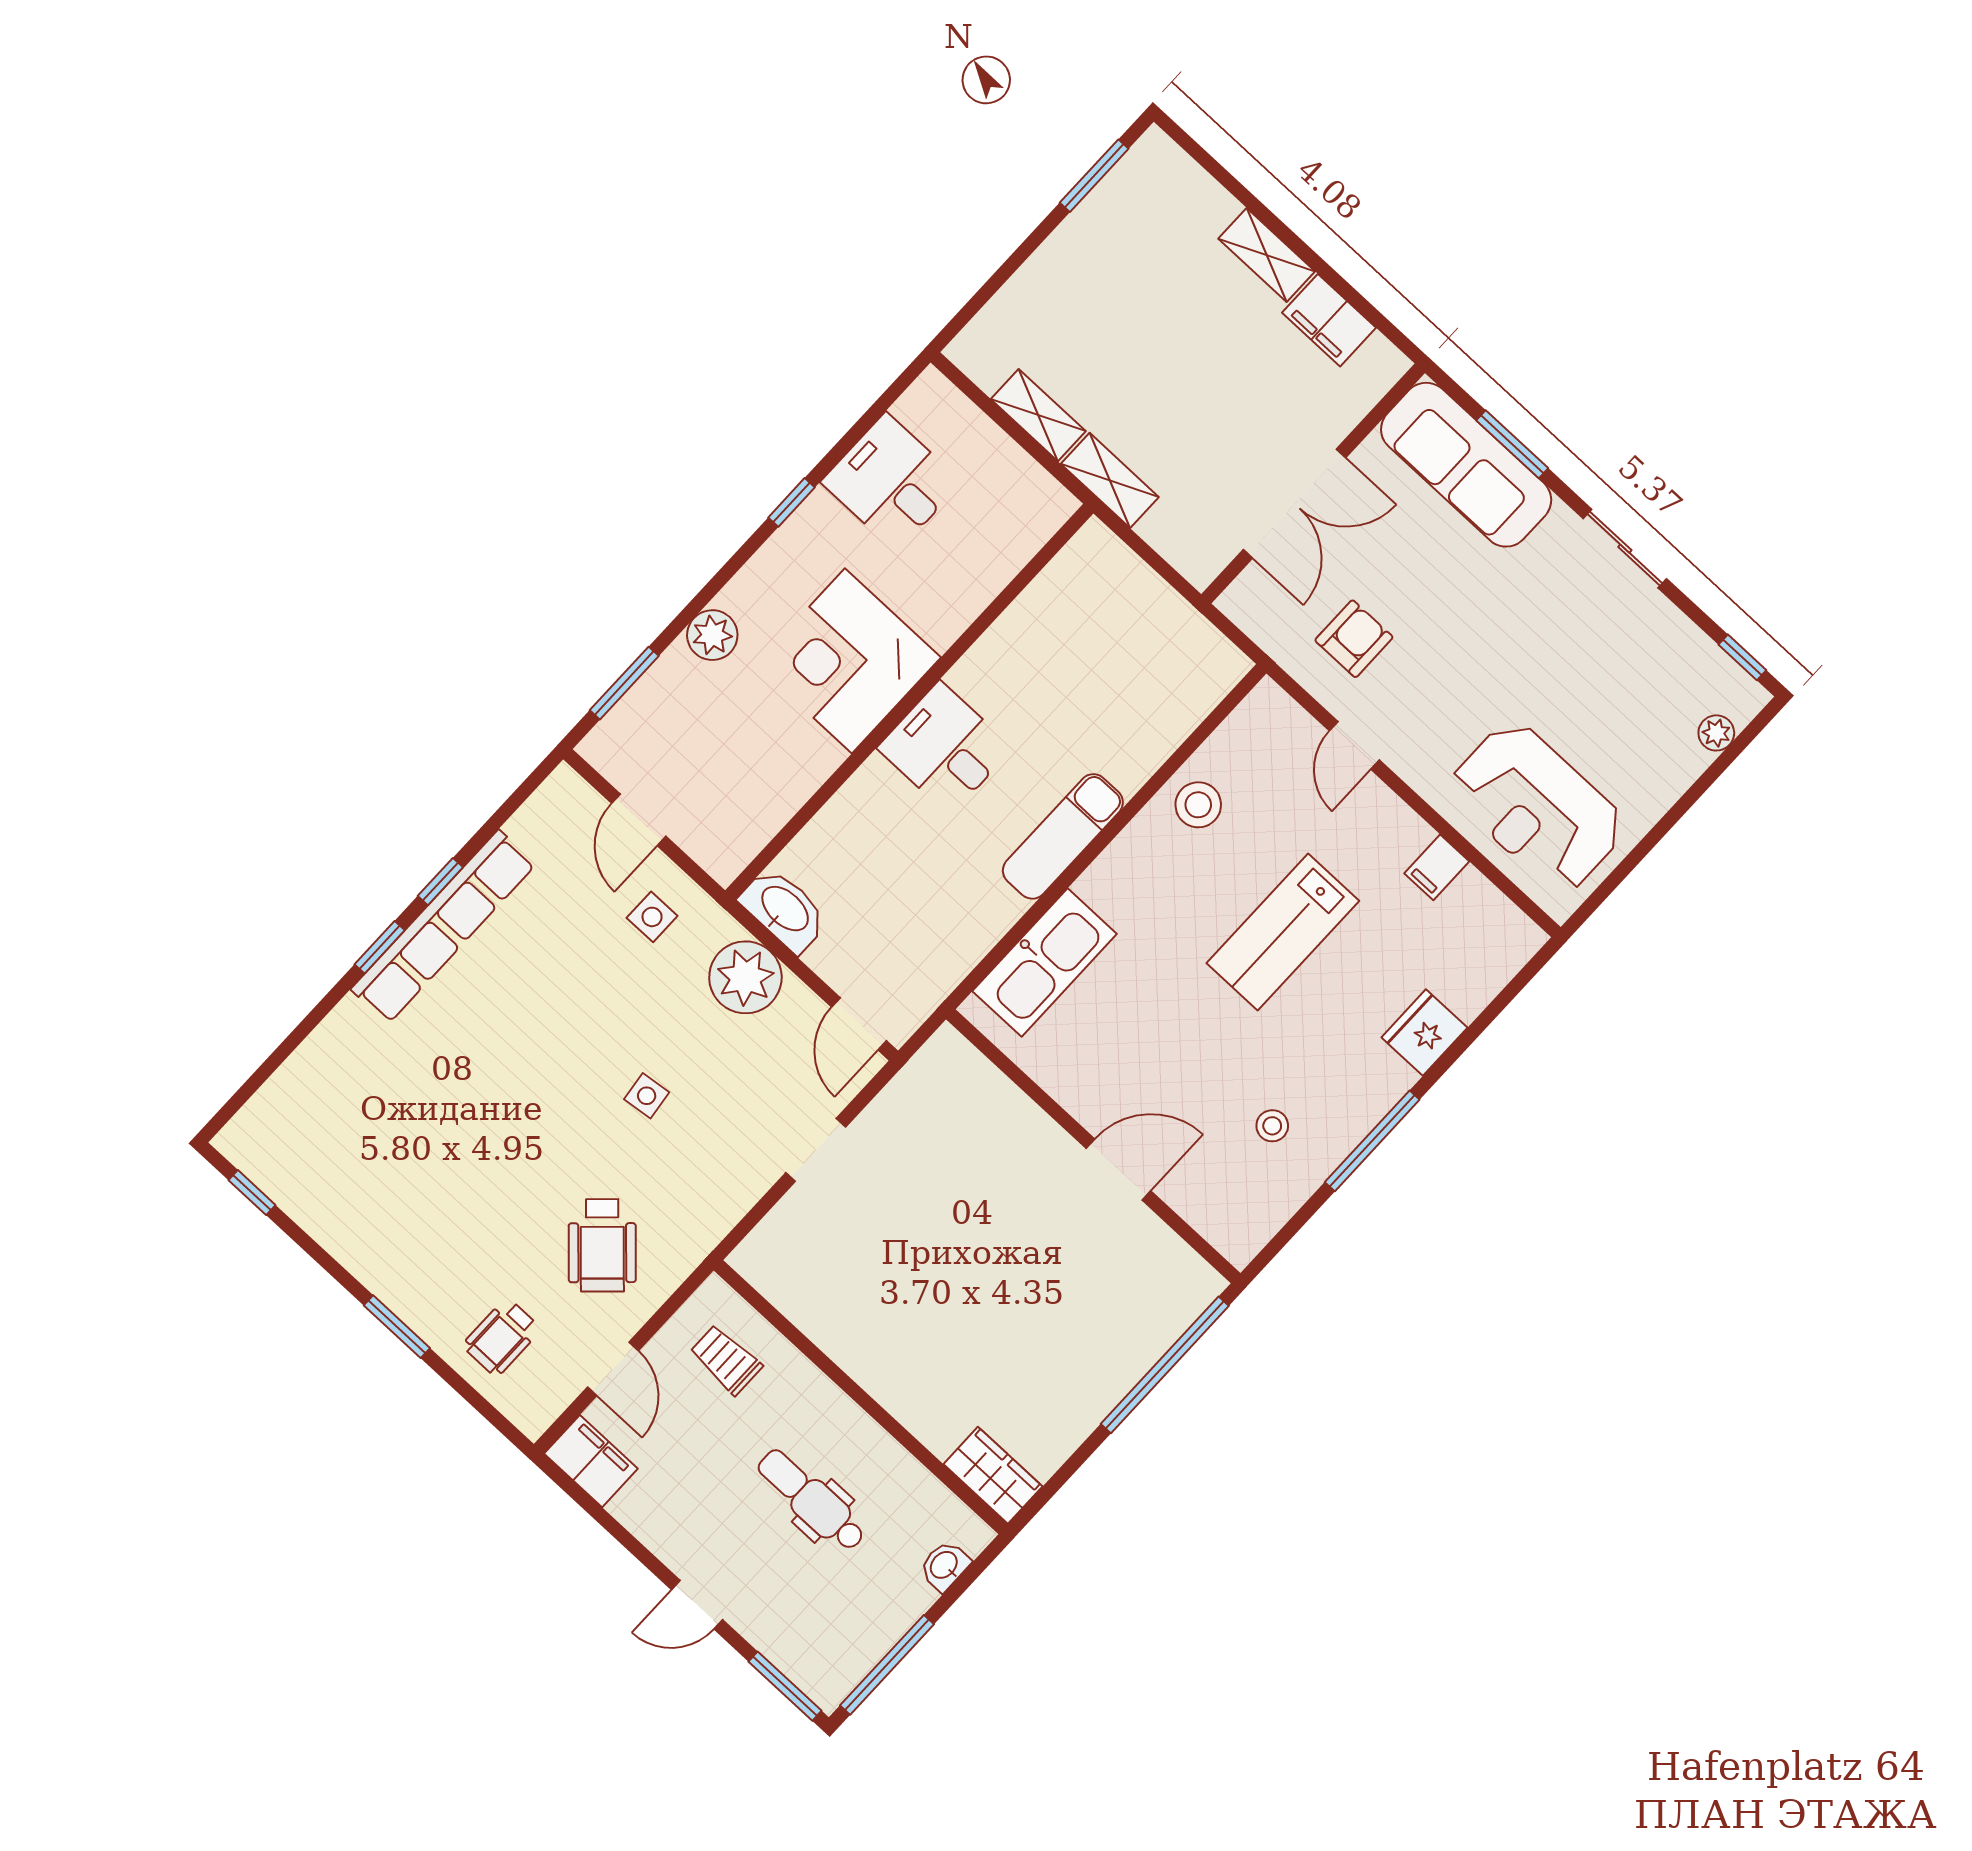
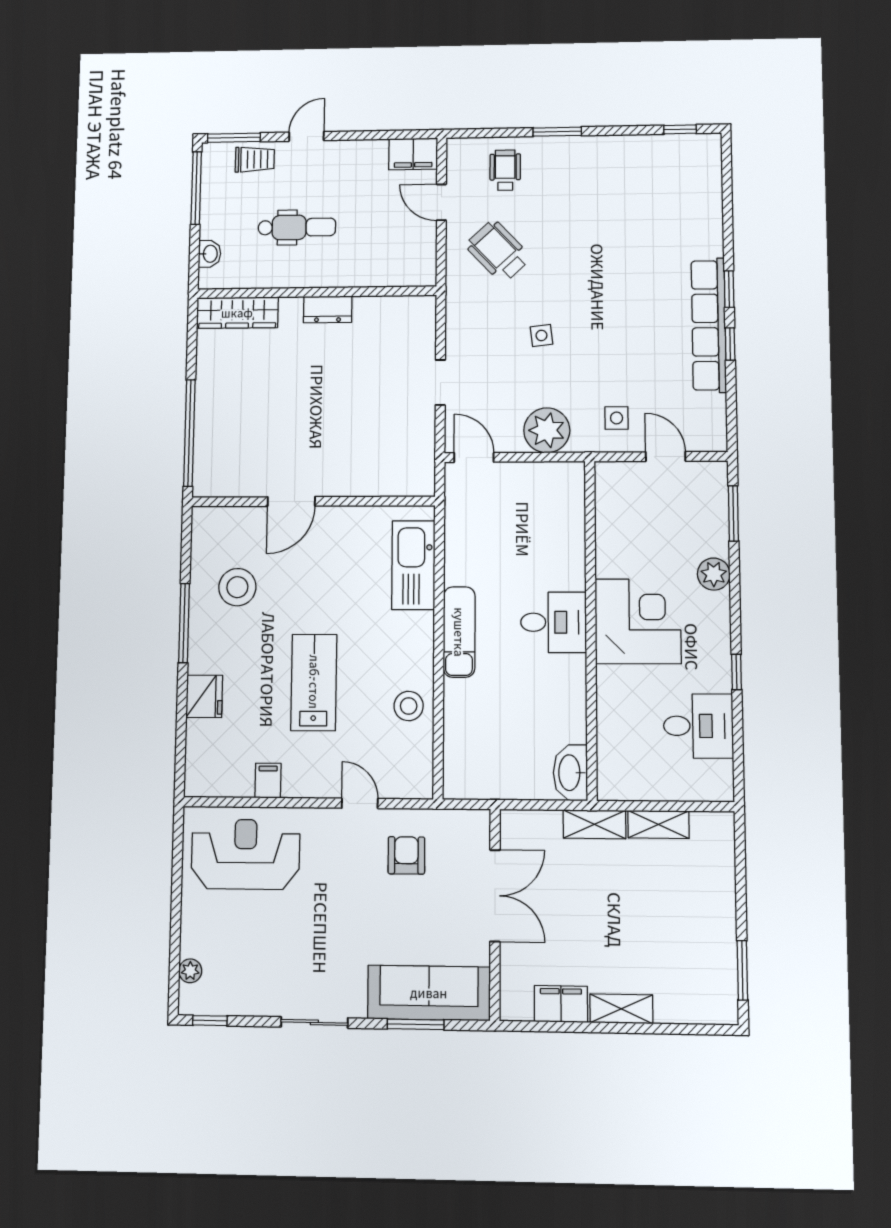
double door: (1294, 504) -> (495, 896), swing flipped
armchair: (1354, 639) -> (406, 855), turned 180
washbasin: (784, 910) -> (570, 773), moved, turned 90
stool: (1272, 1126) -> (237, 587), width x1.89, depth x1.89
trolley: (726, 1360) -> (255, 159), moved
dresser: (867, 1363) -> (328, 309), added
wardrobe: (993, 1475) -> (237, 313), width x1.50

